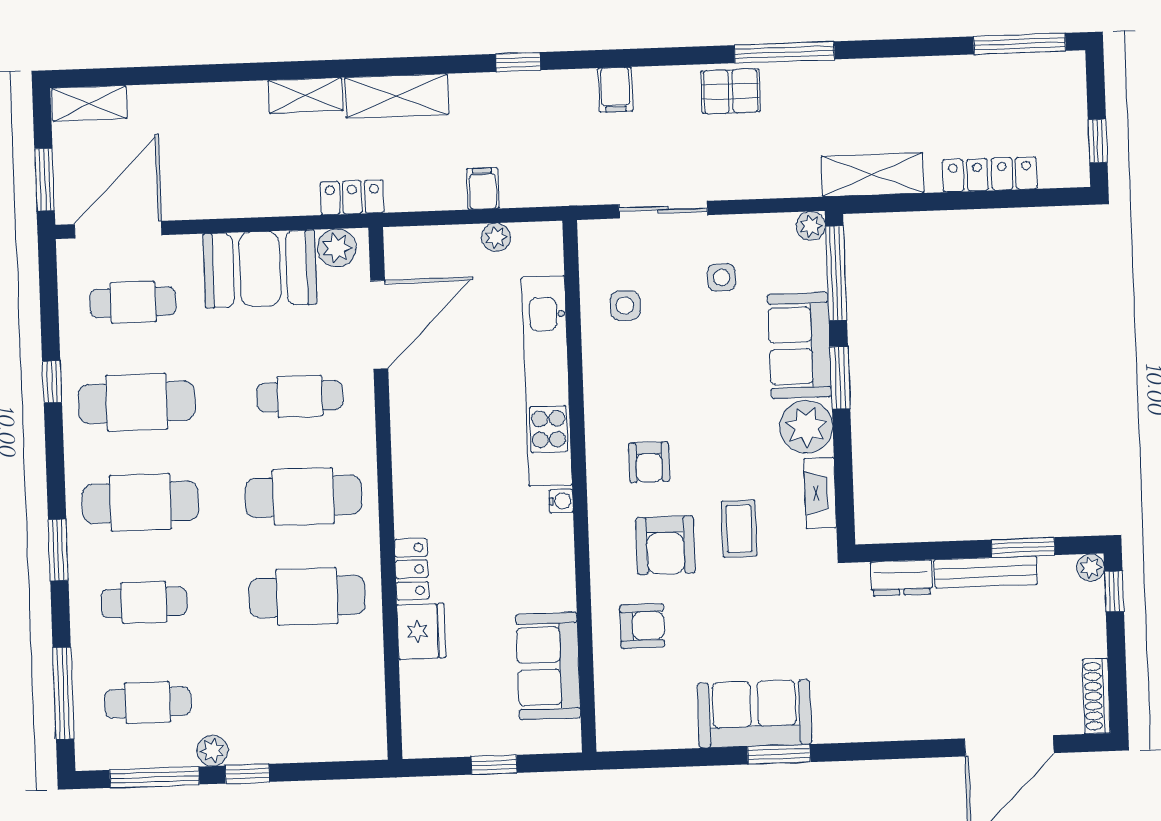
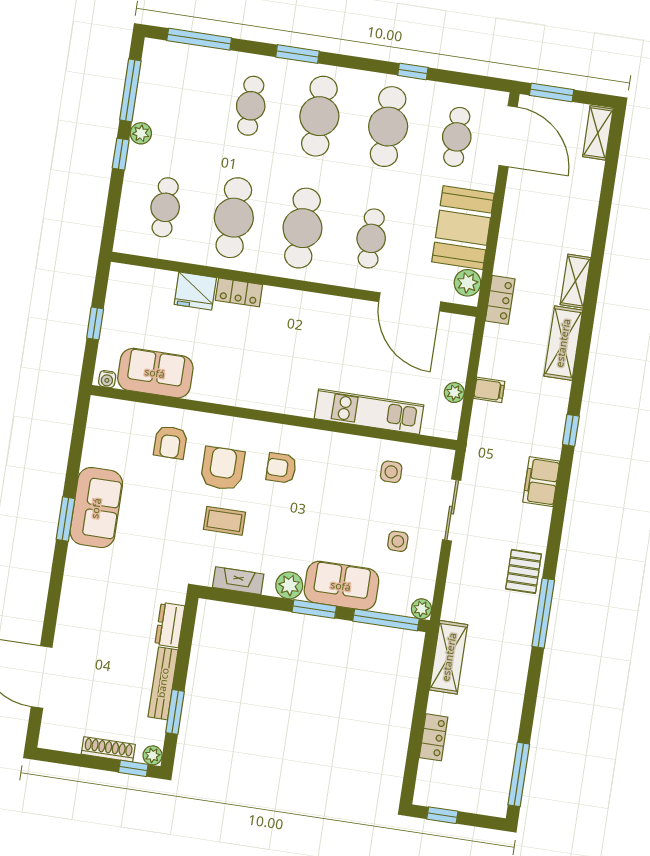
filing cabinet: (615, 90) -> (541, 482), width x2.00
locker: (990, 174) -> (434, 737), width x0.66
kitchen unit: (547, 381) -> (369, 412), width x0.73
plant: (806, 427) -> (289, 585), width x0.73, depth x0.73
water cooler: (561, 501) -> (107, 379), moved
armchair: (665, 545) -> (223, 469), turned 90
shoe rack: (1096, 696) -> (108, 749), moved
cafe table: (148, 702) -> (165, 207), moved

